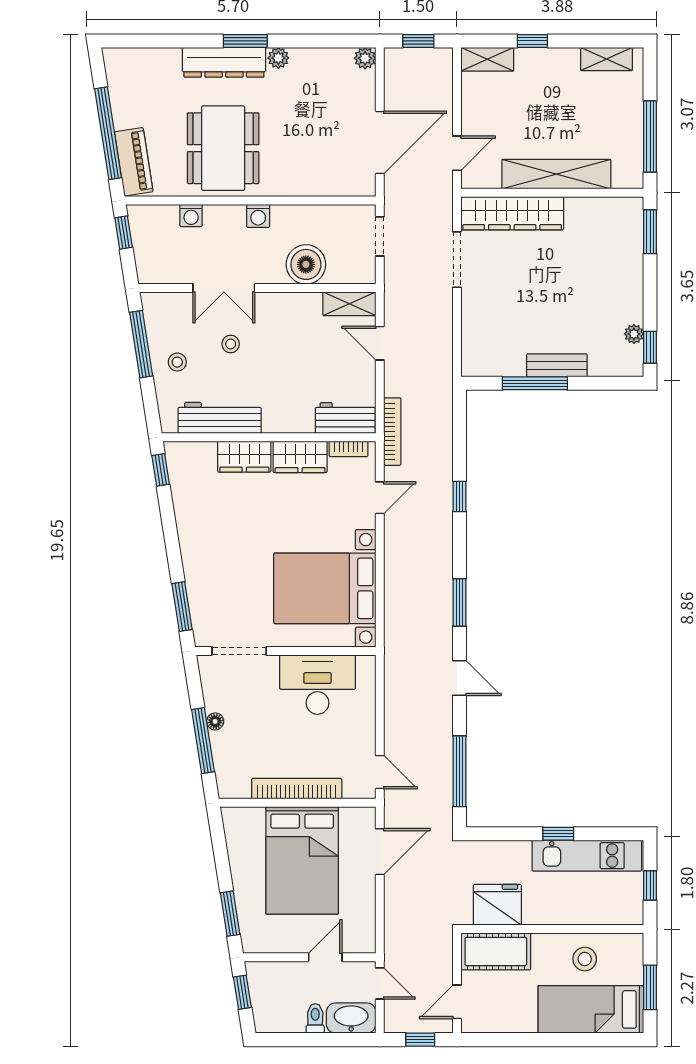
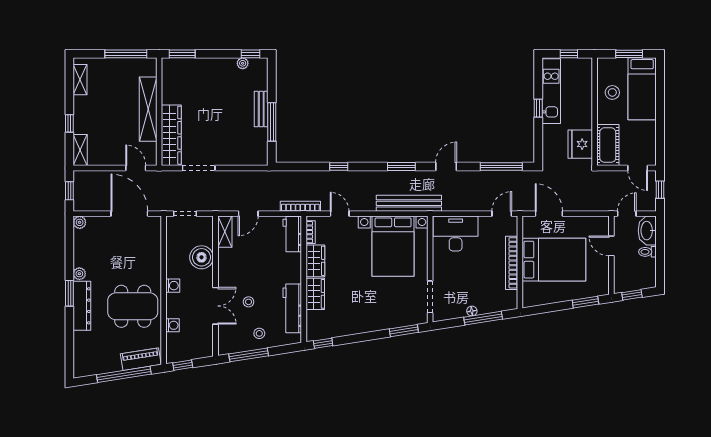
bench: (397, 615) -> (409, 203), added
desk: (317, 685) -> (456, 234), moved, turned 90

